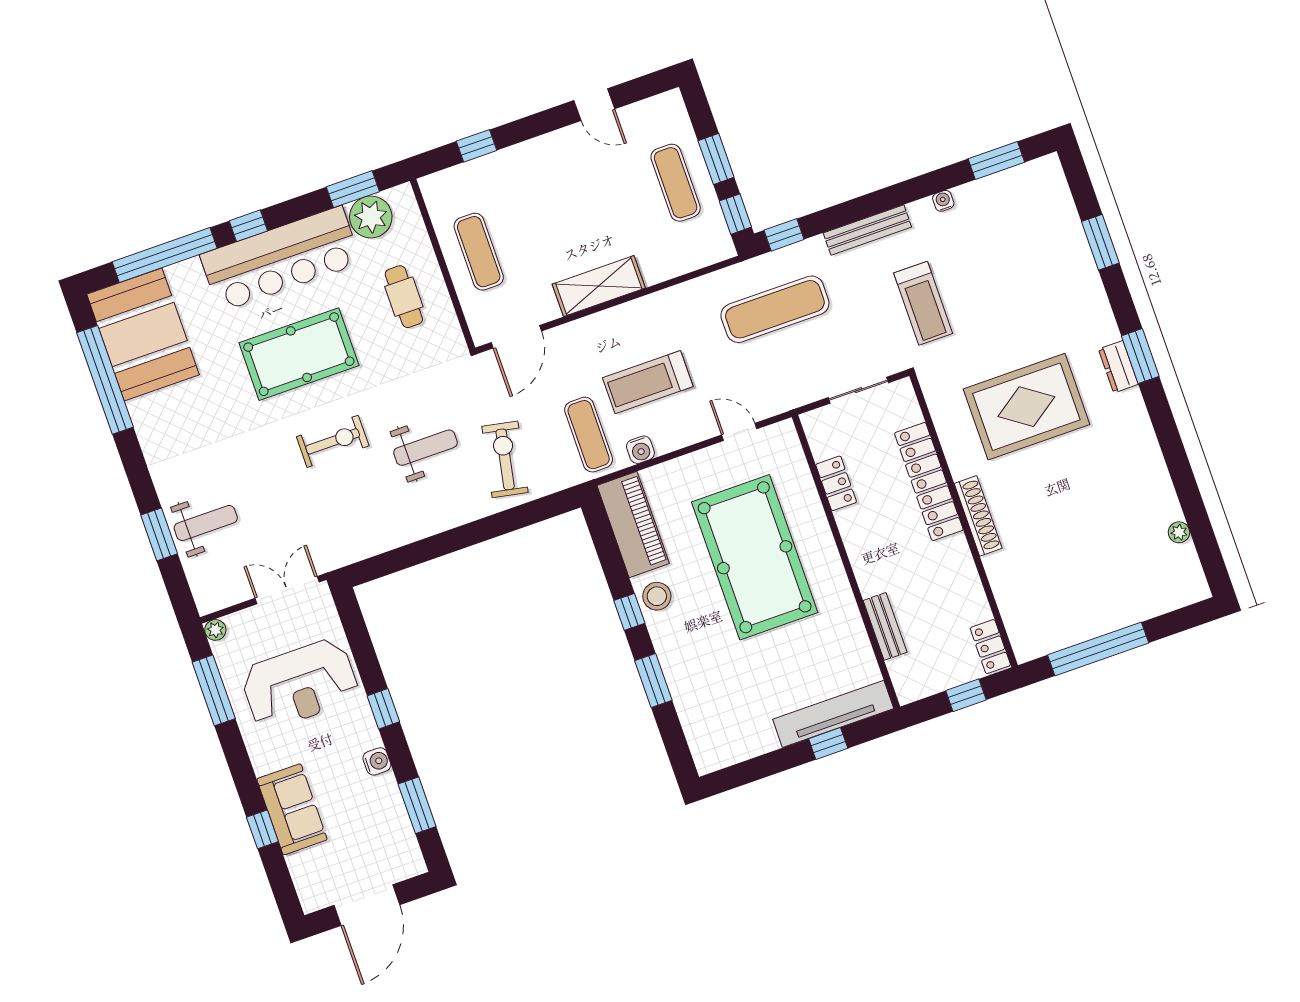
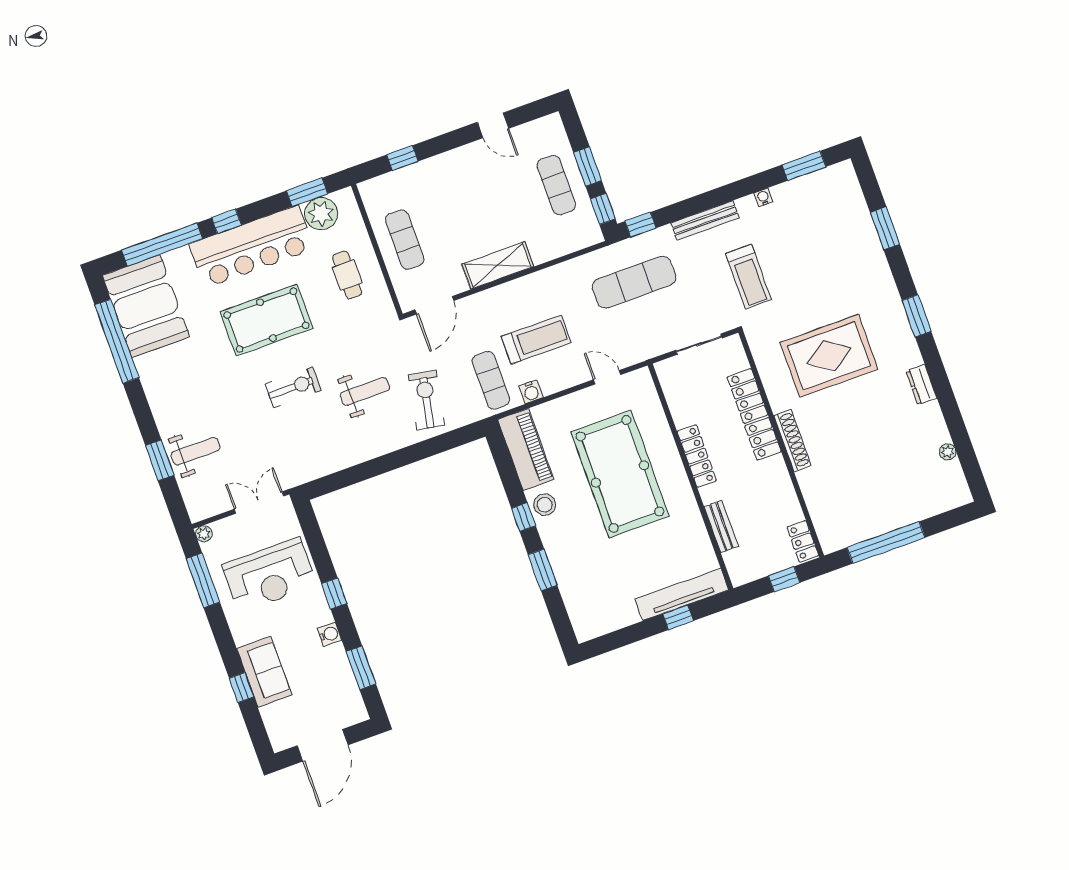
dresser: (1118, 367) -> (921, 385), moved
treadmill: (648, 382) -> (536, 339), turned 180
locker: (836, 483) -> (697, 456), moved, width x1.53

